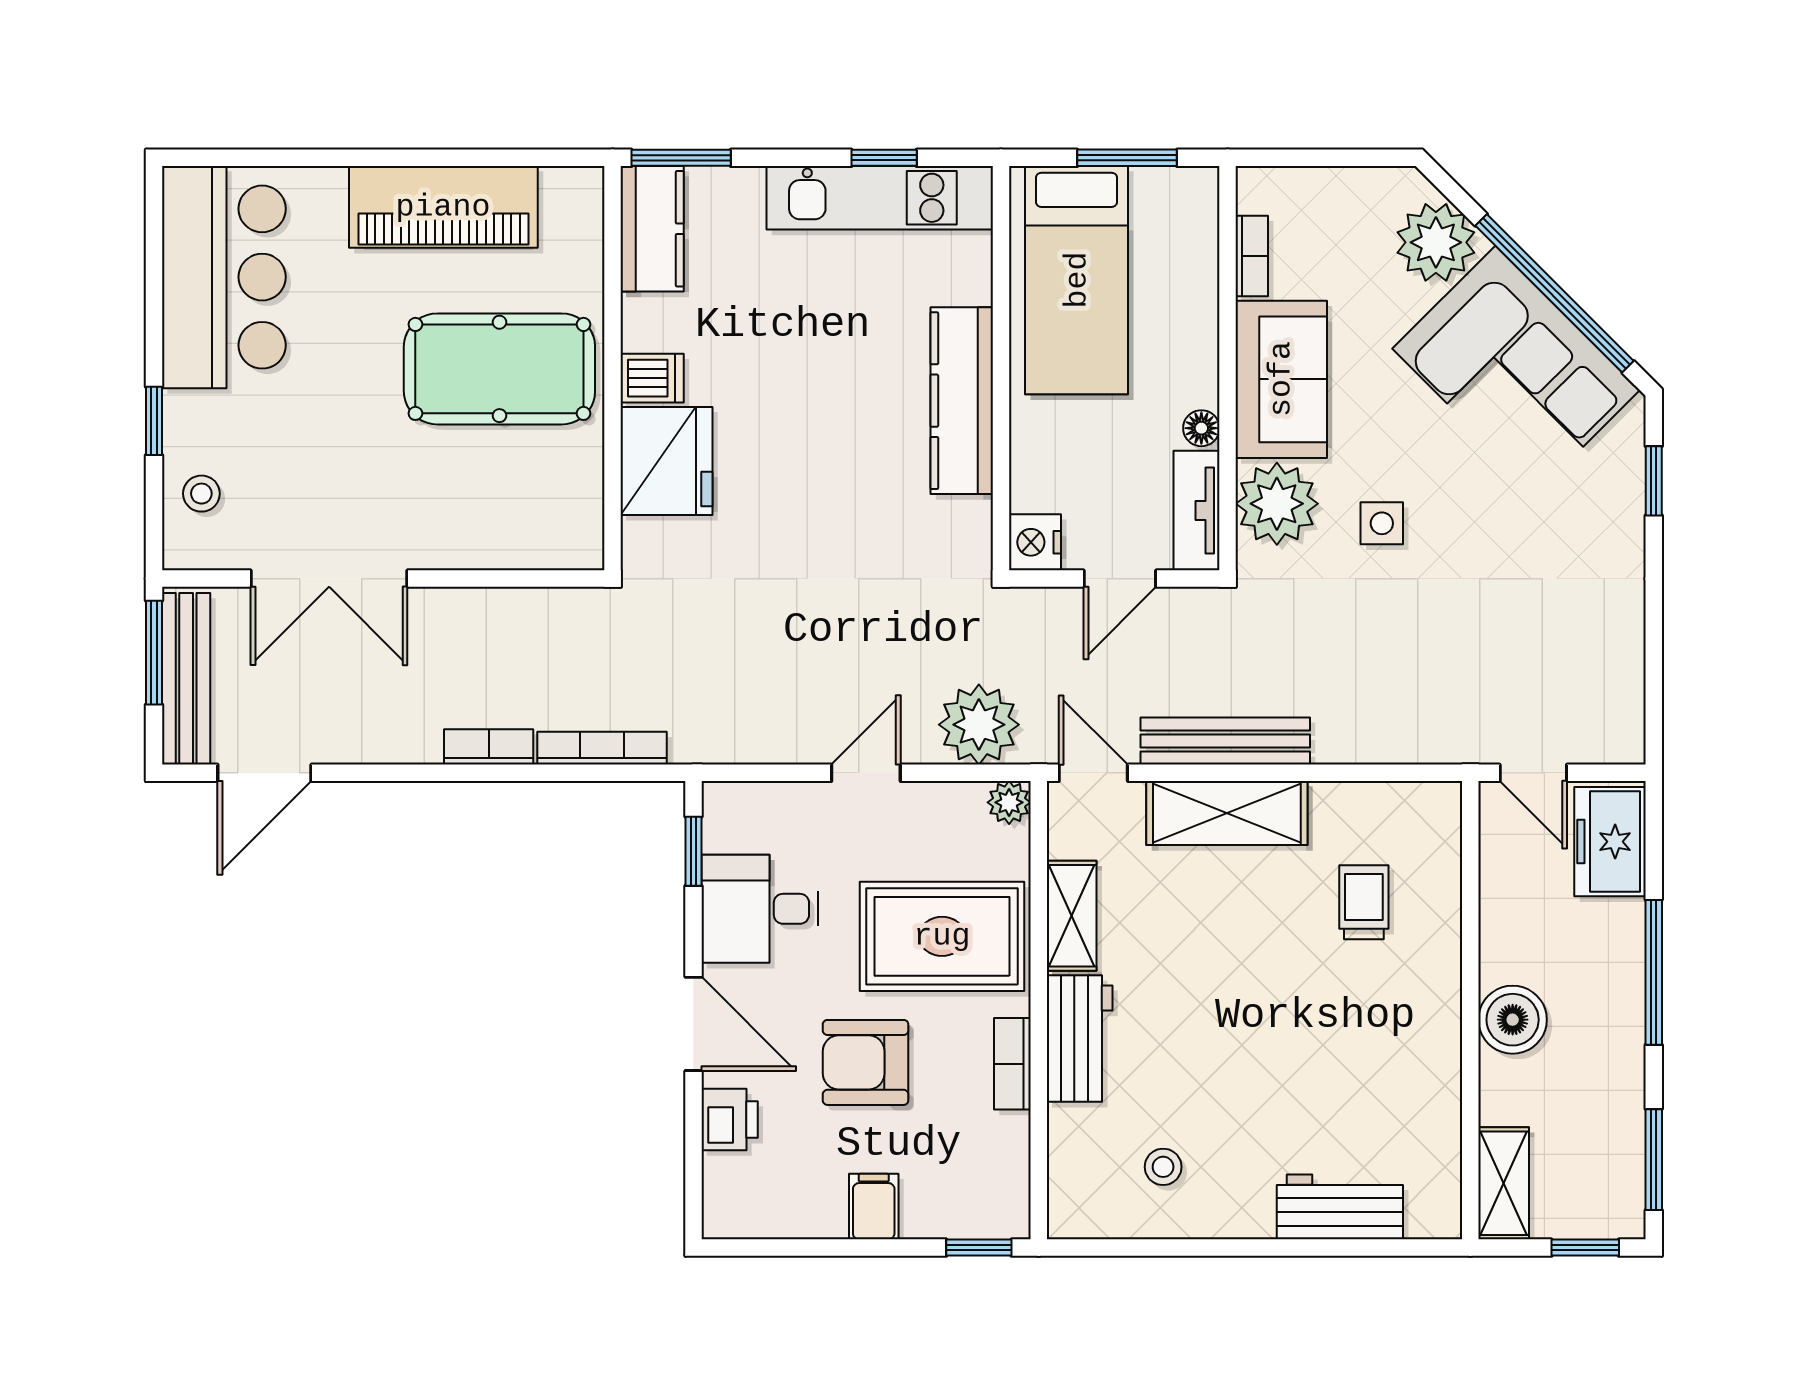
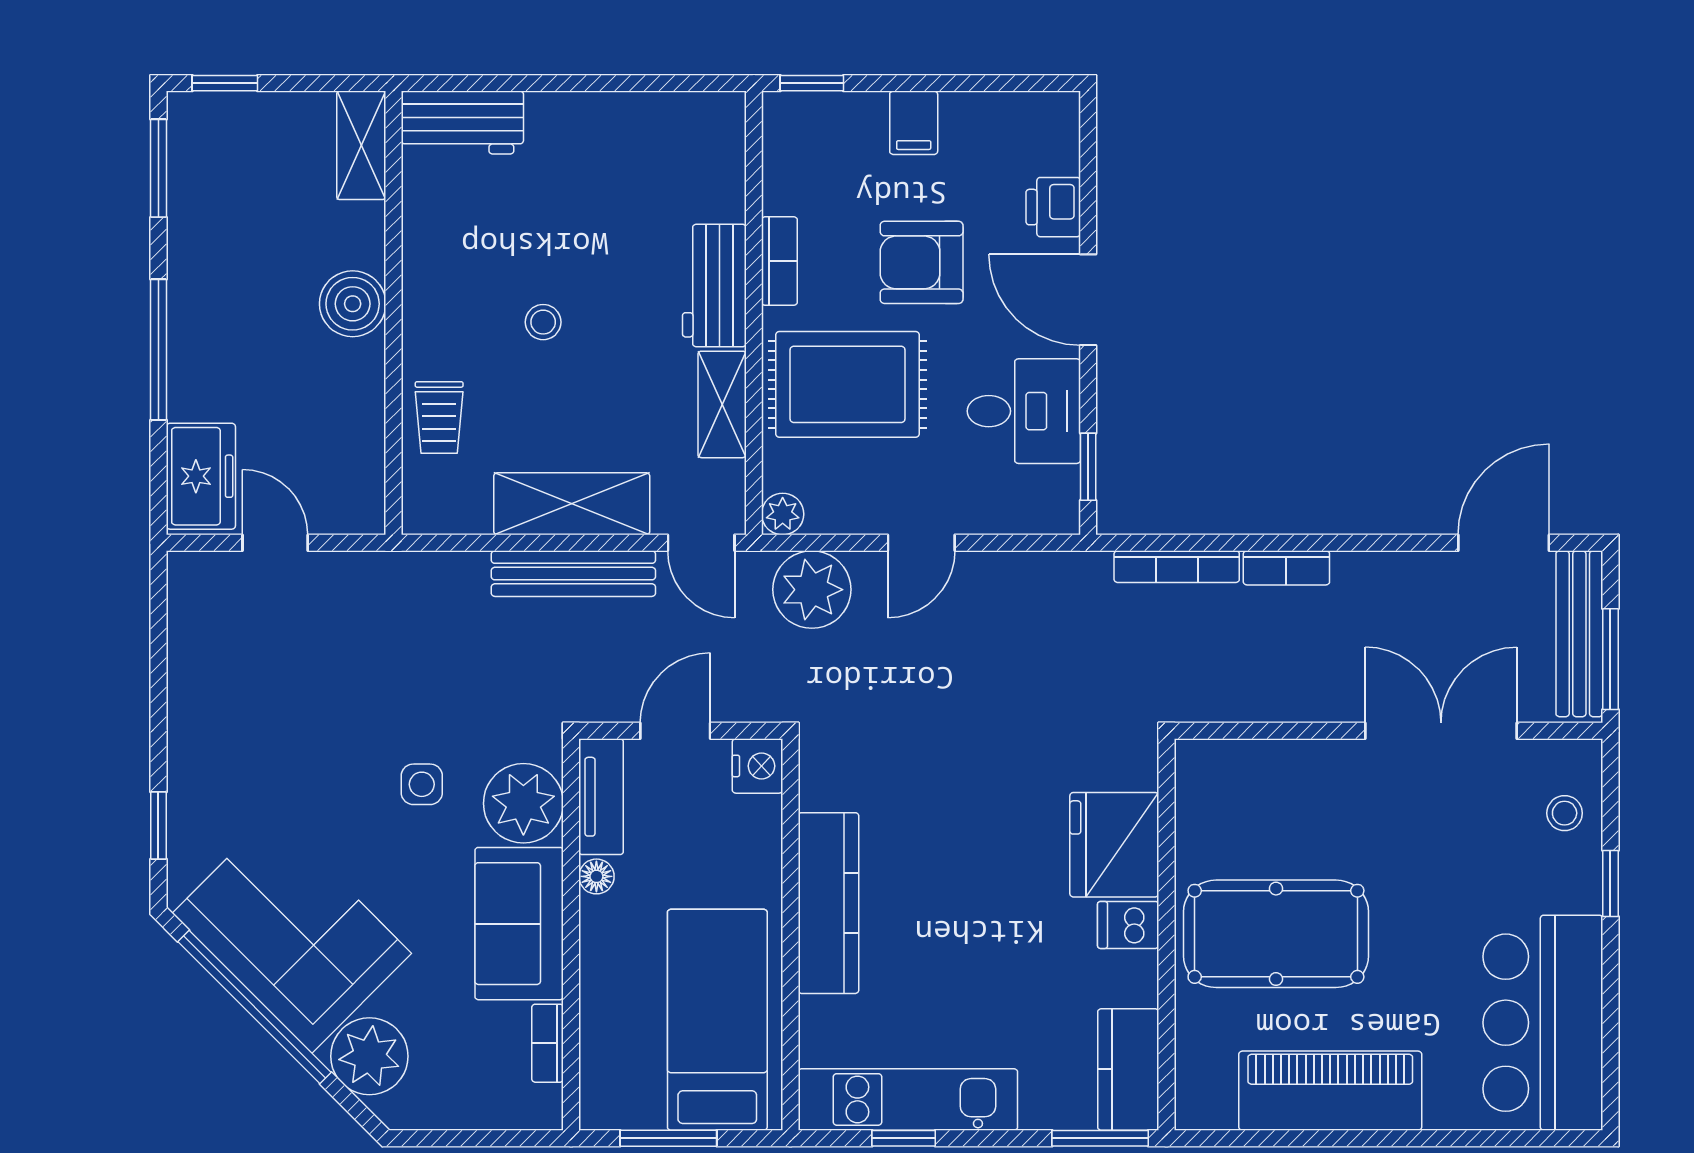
wall: (1470, 1010) -> (394, 313), moved
boiler: (1513, 1020) -> (353, 304), moved
armchair: (866, 1062) -> (922, 262), turned 180
stool: (1163, 1167) -> (543, 322), moved
shelving: (1504, 1183) -> (361, 145), moved

